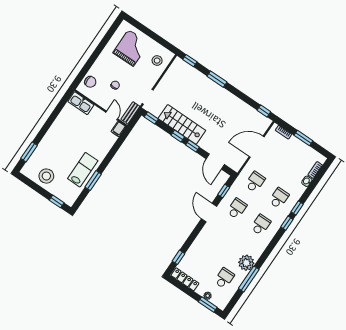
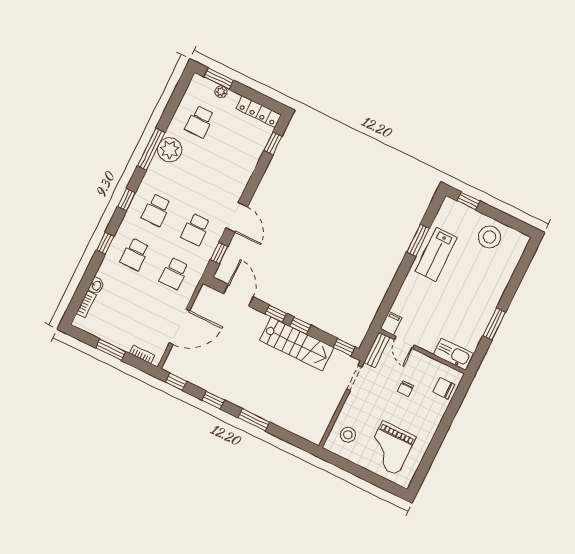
window: (190, 61) -> (213, 400), moved
window: (29, 152) -> (494, 324), moved
window: (287, 223) -> (126, 200), moved
window: (249, 279) -> (151, 149), moved

